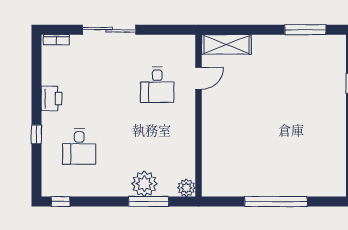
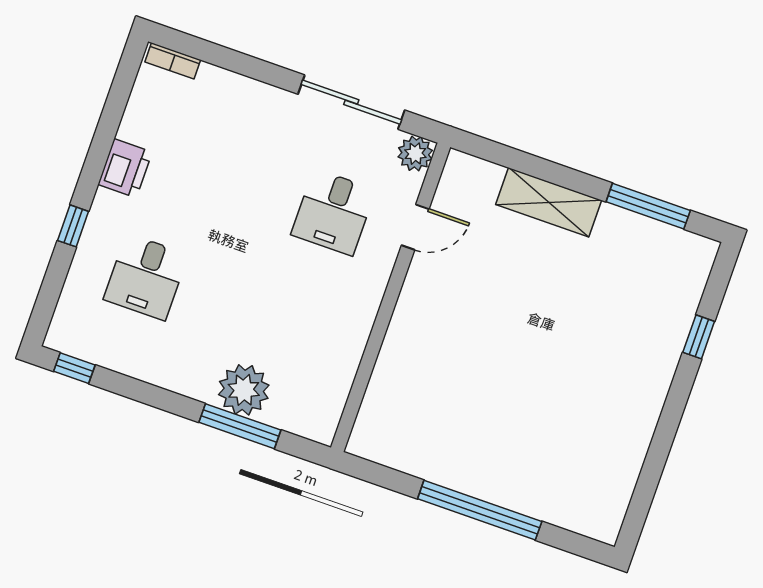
sliding door: (109, 30) -> (351, 102), moved
shelving: (226, 44) -> (549, 202), moved
plant: (186, 188) -> (415, 154), moved

